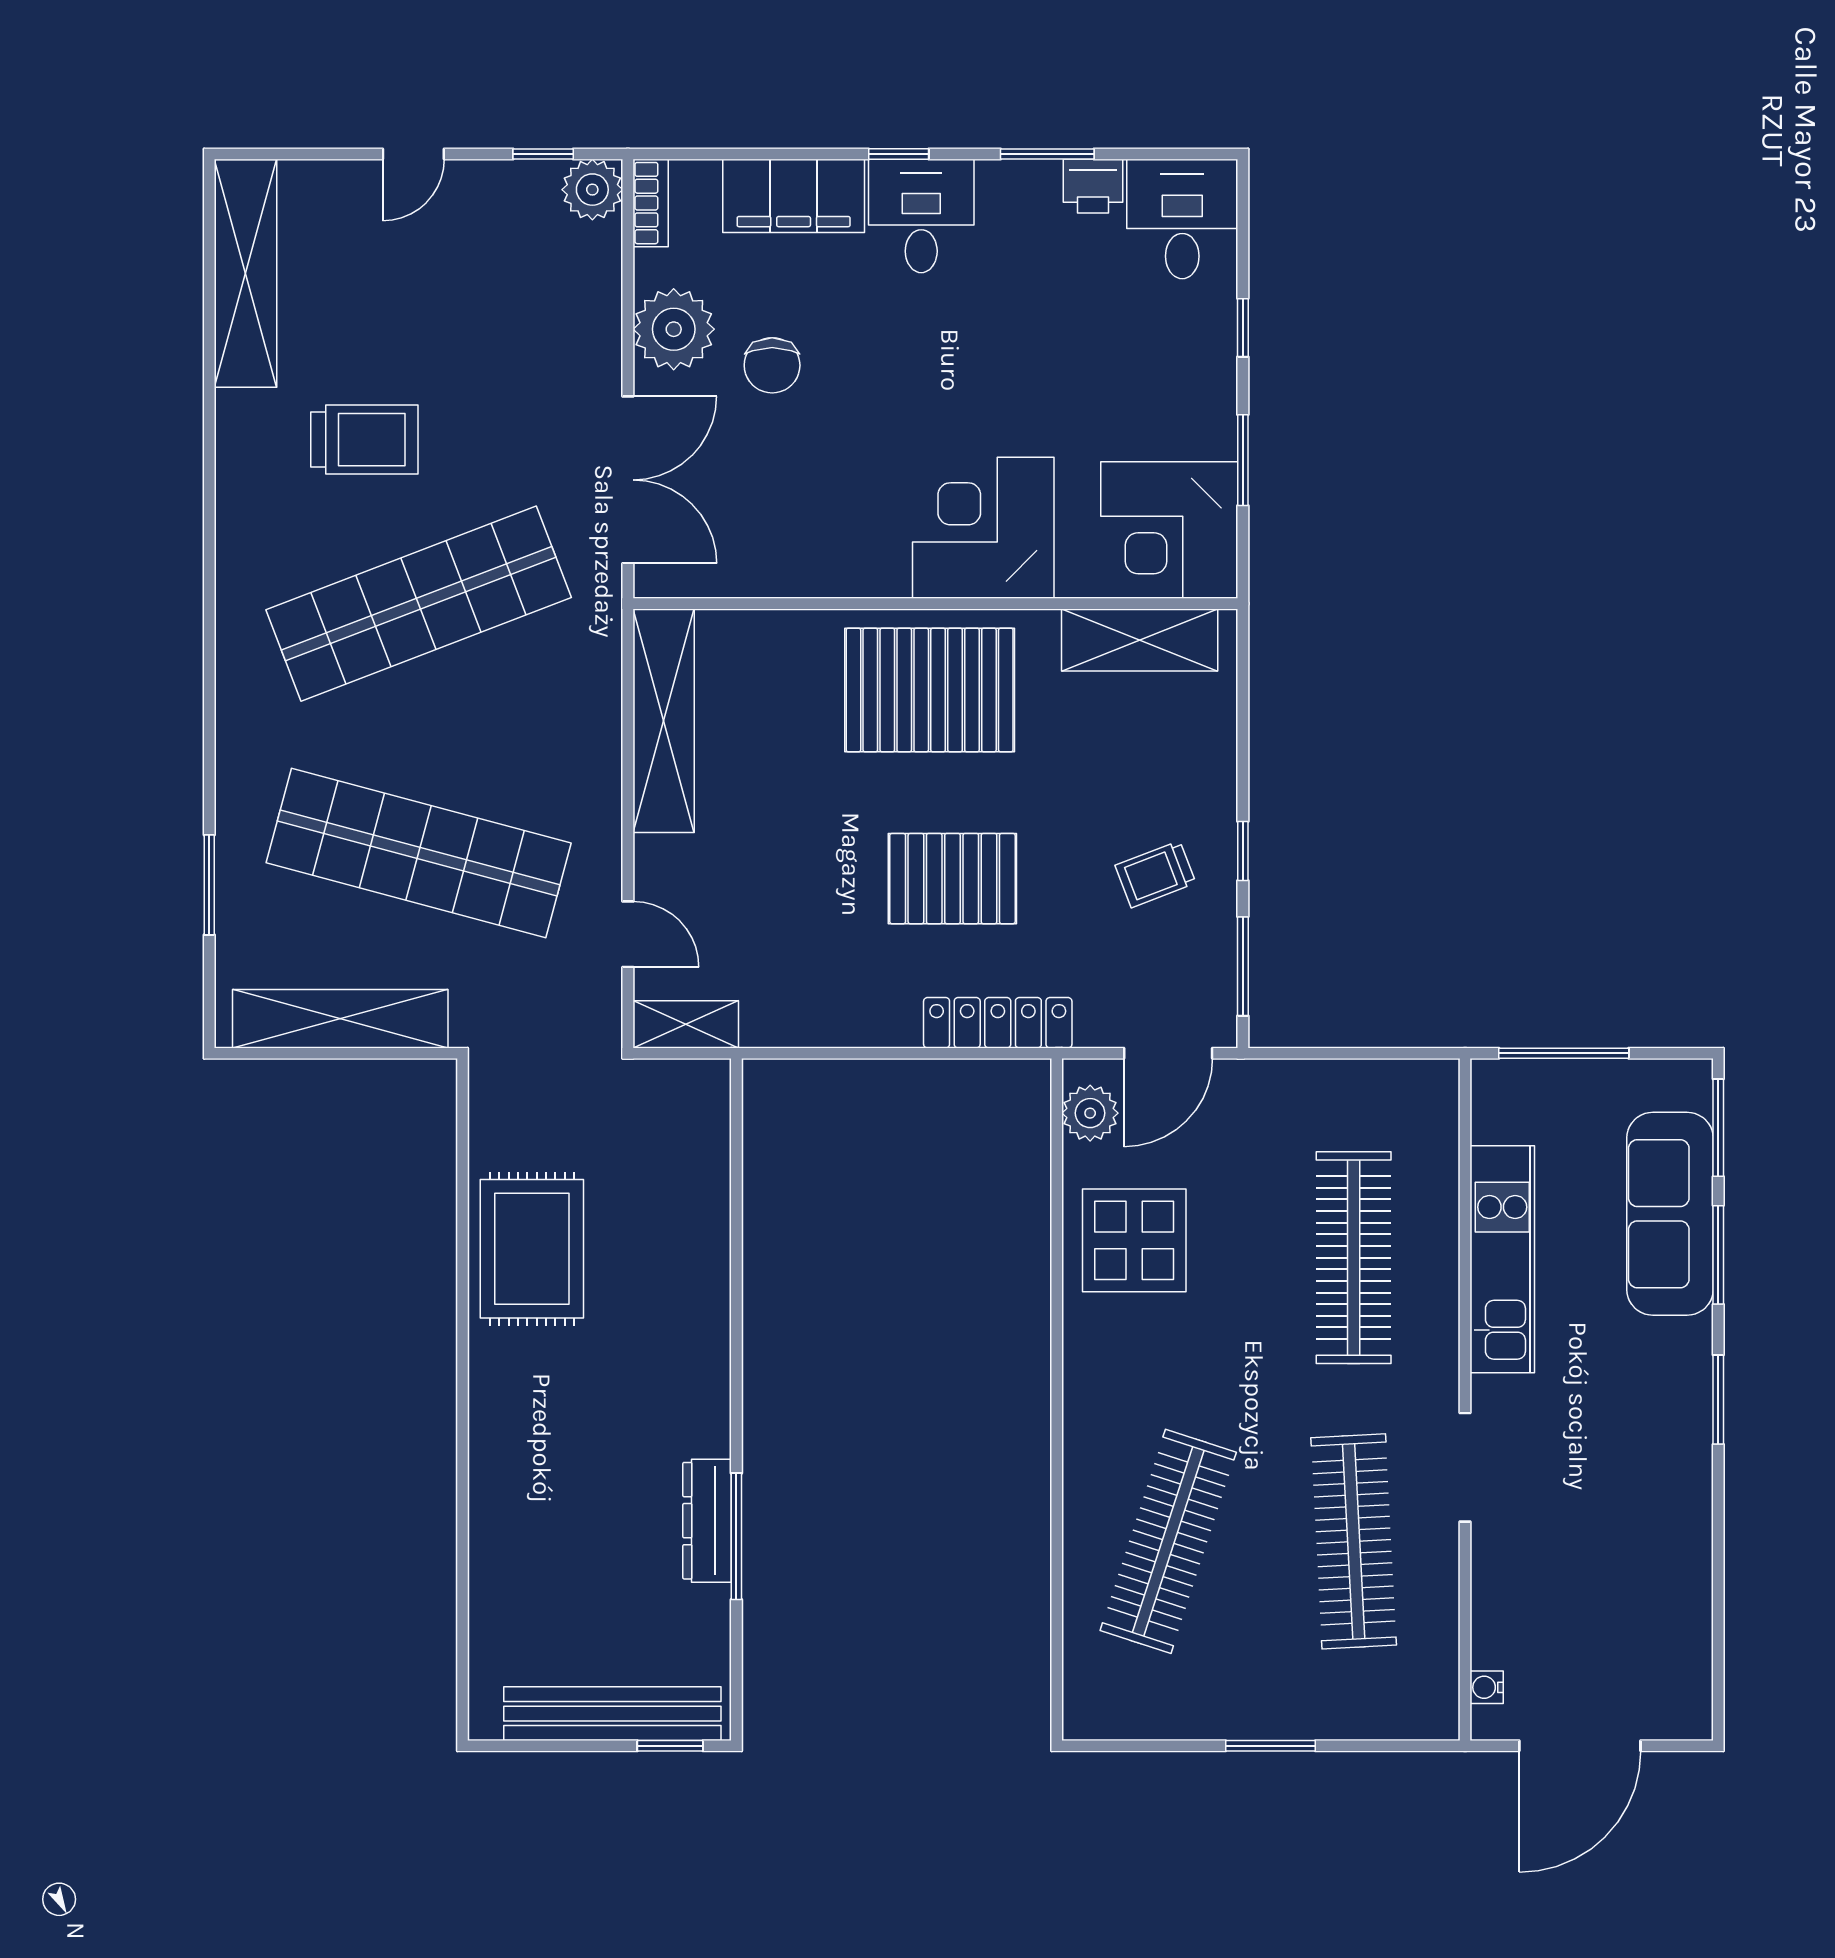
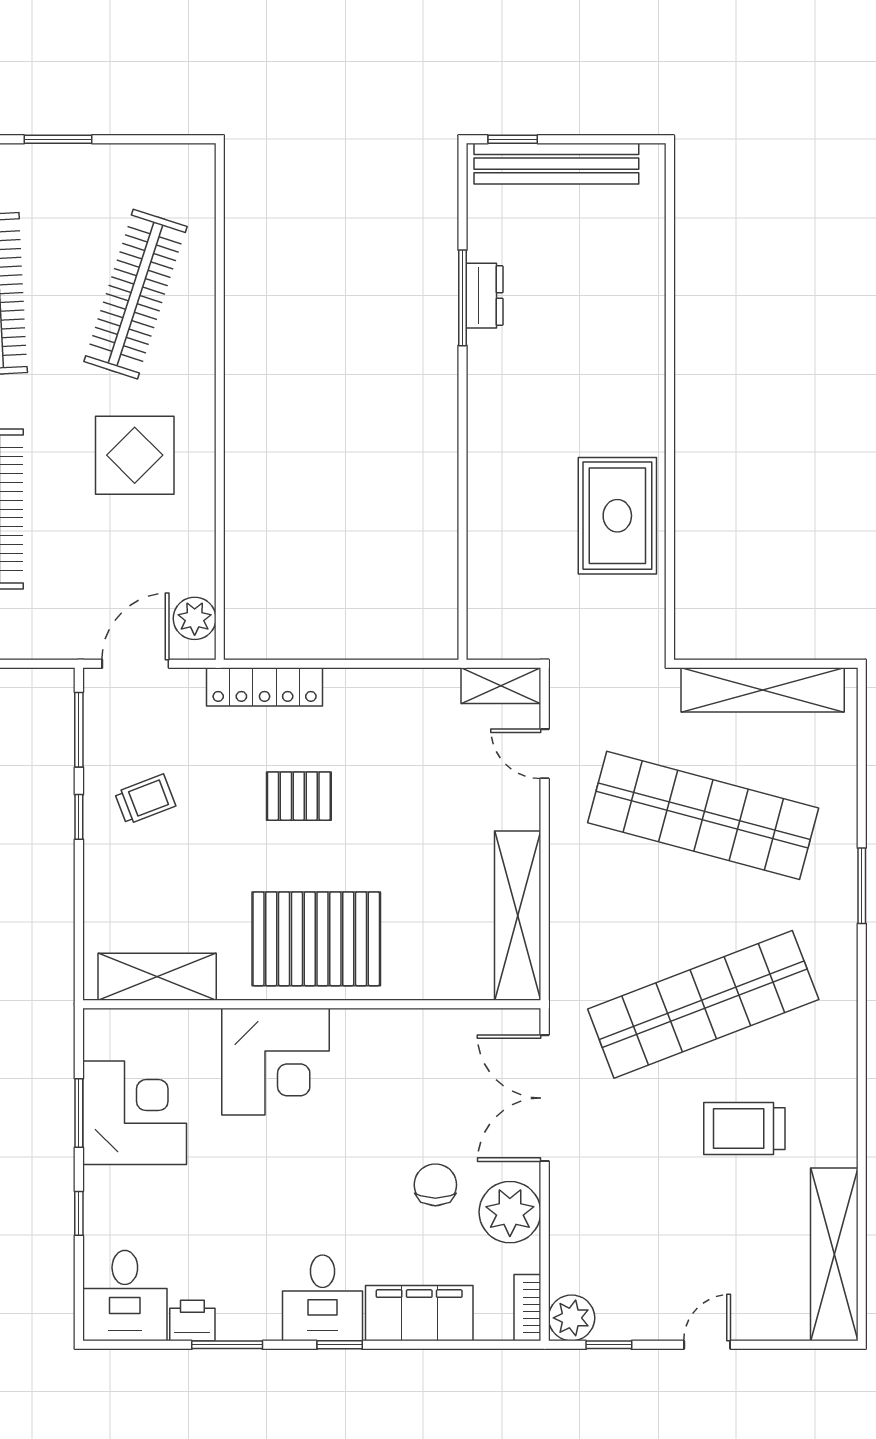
corner desk: (1169, 530) -> (135, 1113), moved
pallet: (952, 879) -> (299, 796), width x0.67, depth x0.71
window: (209, 885) -> (862, 886), moved
display table: (1134, 1240) -> (135, 455), moved
dresser: (707, 1521) -> (485, 296), width x0.70

